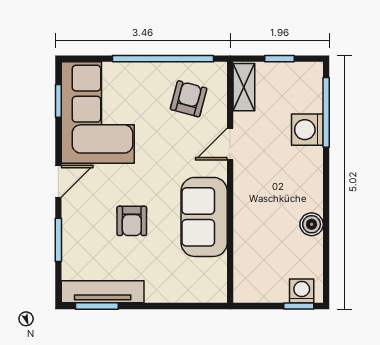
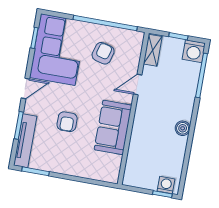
armchair: (189, 99) -> (103, 53), moved
washing machine: (307, 130) -> (194, 51), moved, turned -90
boiler: (312, 224) -> (183, 128), moved
tv unit: (103, 292) -> (25, 141), moved, turned 90

